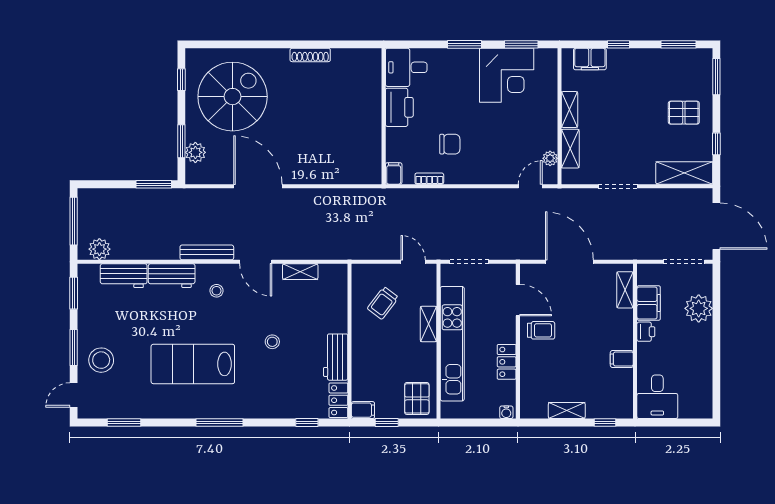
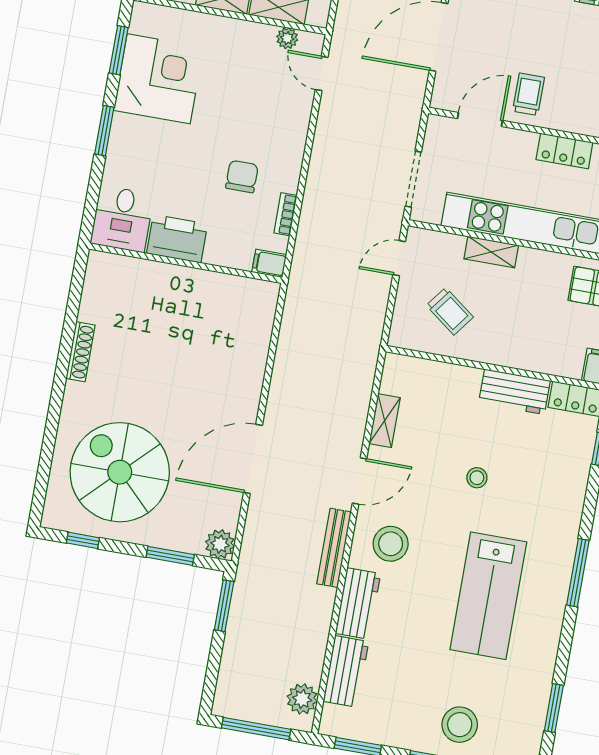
plant: (195, 152) -> (220, 544), moved
stool: (217, 291) -> (391, 544), width x1.89, depth x1.89

